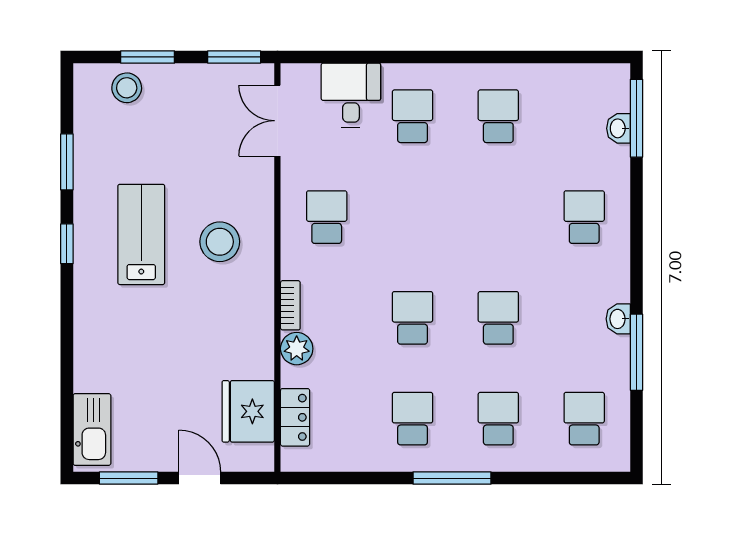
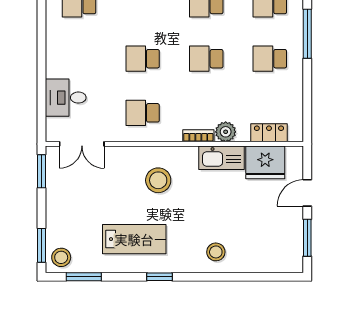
window: (148, 57) -> (42, 245), moved
stool: (127, 88) -> (61, 257), moved
school desk: (412, 116) -> (143, 59), moved
window: (67, 162) -> (84, 277), moved
lab bench: (141, 234) -> (134, 239), moved, turned 180
stool: (106, 333) -> (216, 252), added
kitchen sink: (92, 429) -> (222, 158), moved, turned 180

